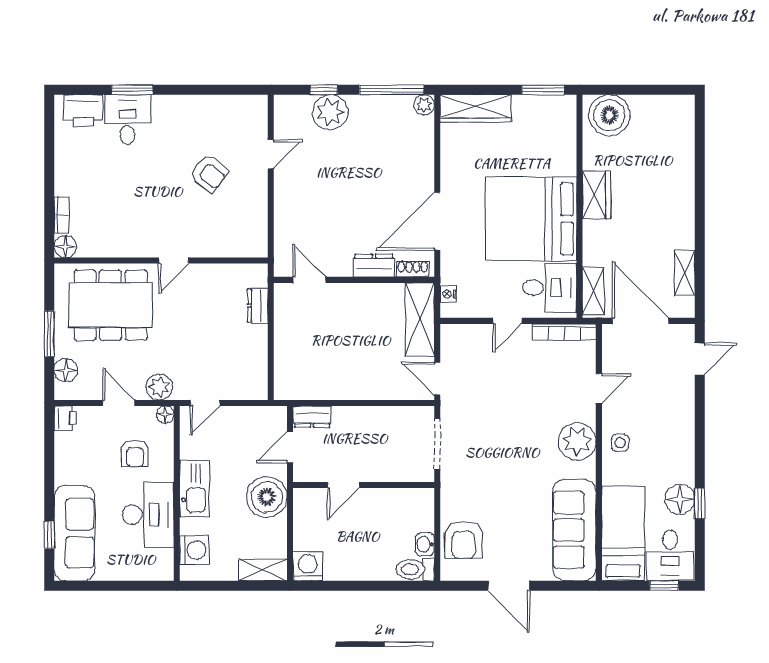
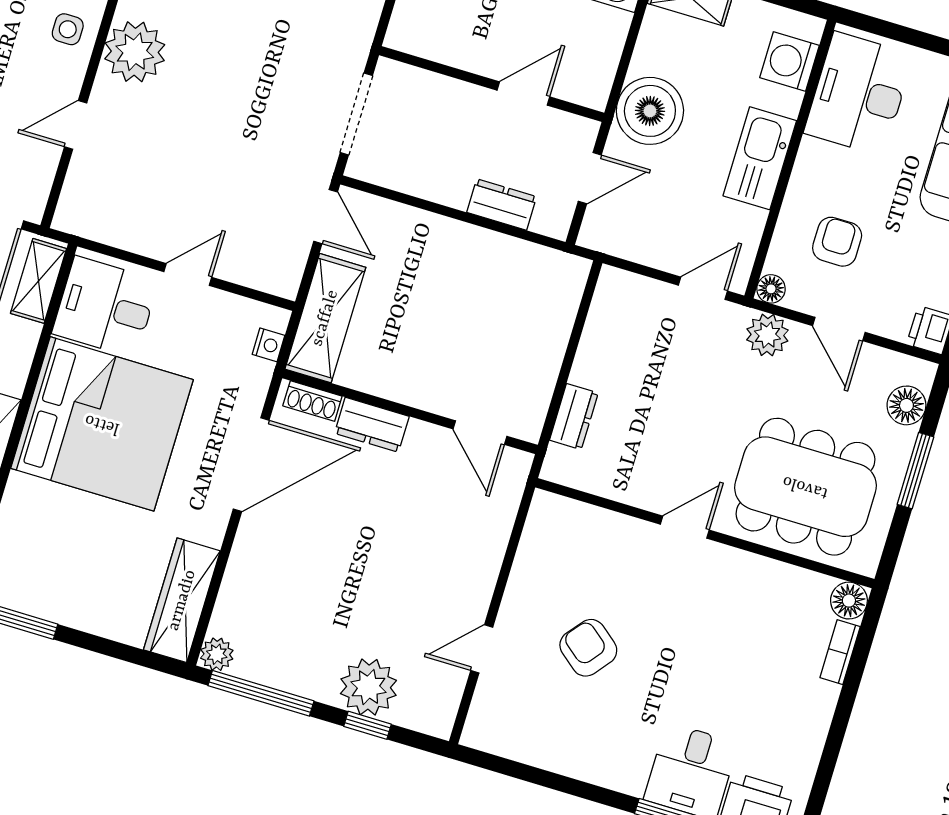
wardrobe: (476, 108) -> (182, 600), moved, turned -90
bookcase: (564, 332) -> (104, 230), removed
dresser: (312, 417) -> (502, 204), moved
desk: (148, 515) -> (859, 94), moved

